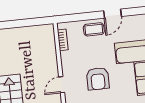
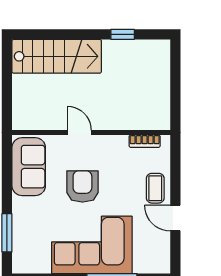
armchair: (98, 79) -> (82, 186), turned 90

